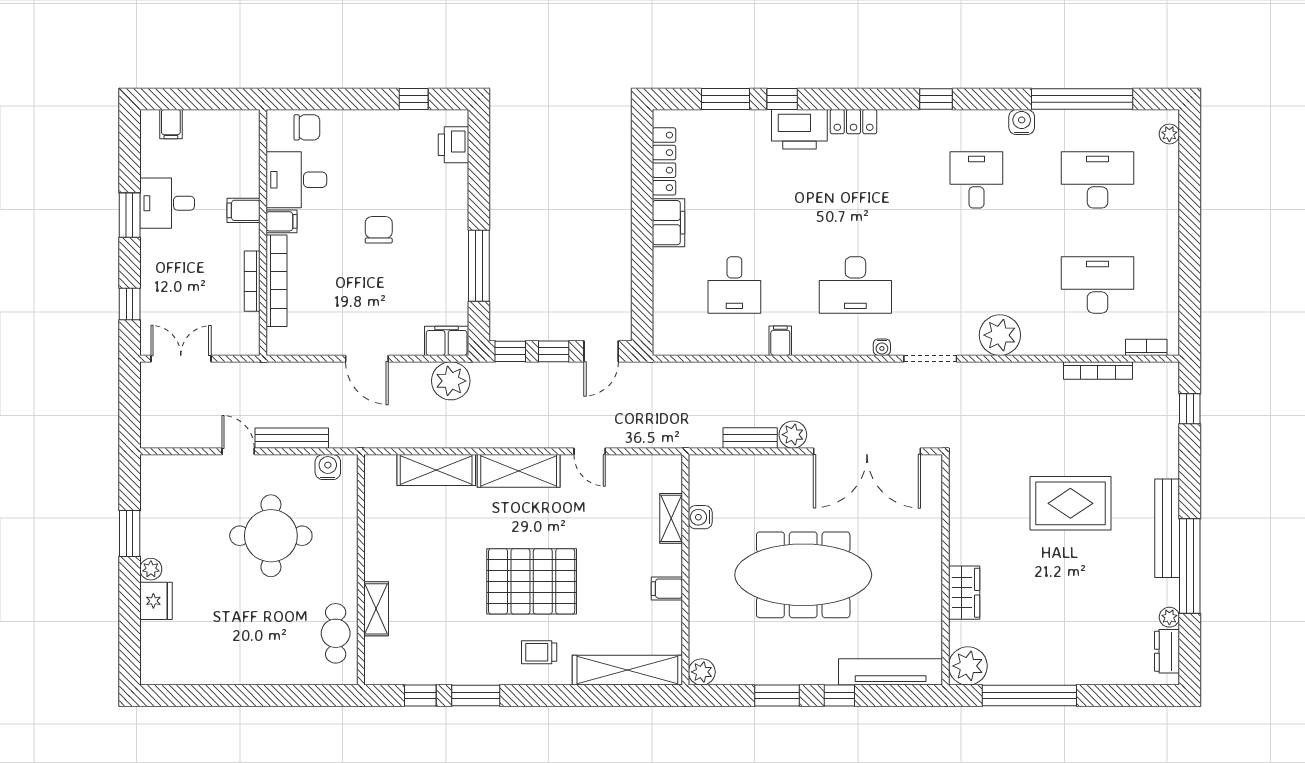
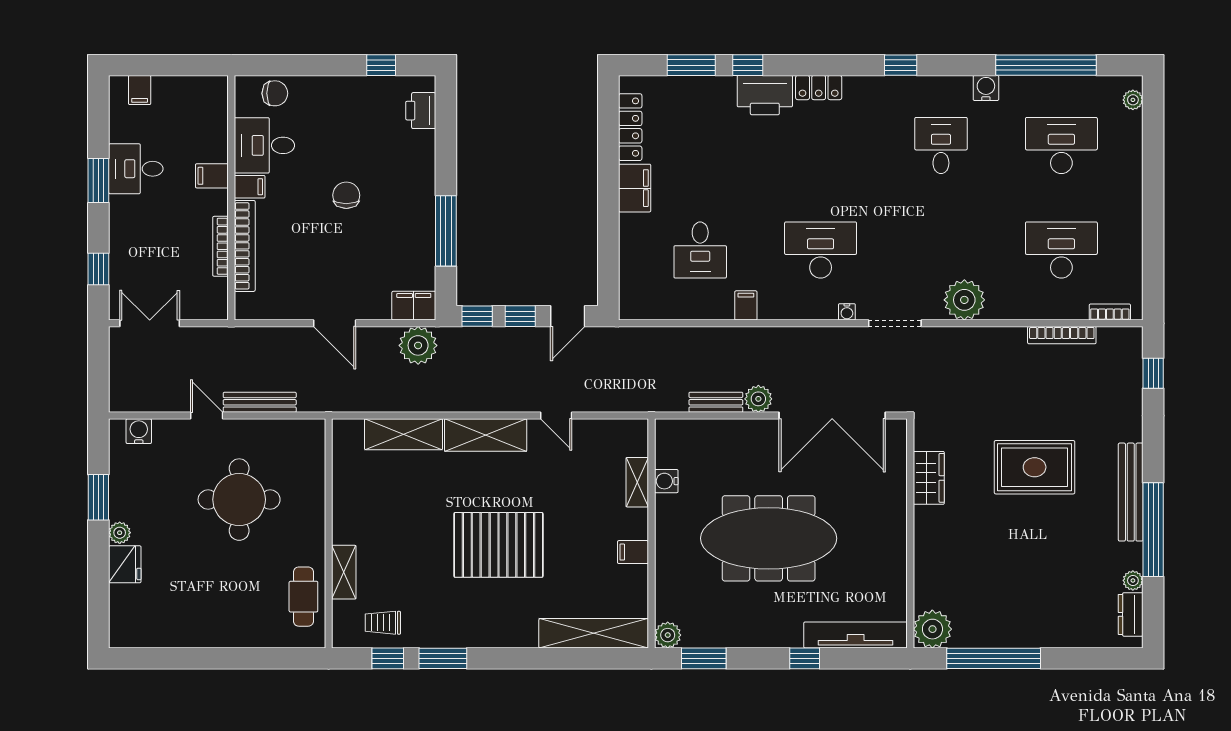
desk: (855, 285) -> (821, 250), turned 180
water cooler: (328, 467) -> (139, 431), moved
wardrobe: (964, 593) -> (929, 478), moved
trolley: (539, 652) -> (383, 623), moved
window: (777, 696) -> (704, 658), moved

